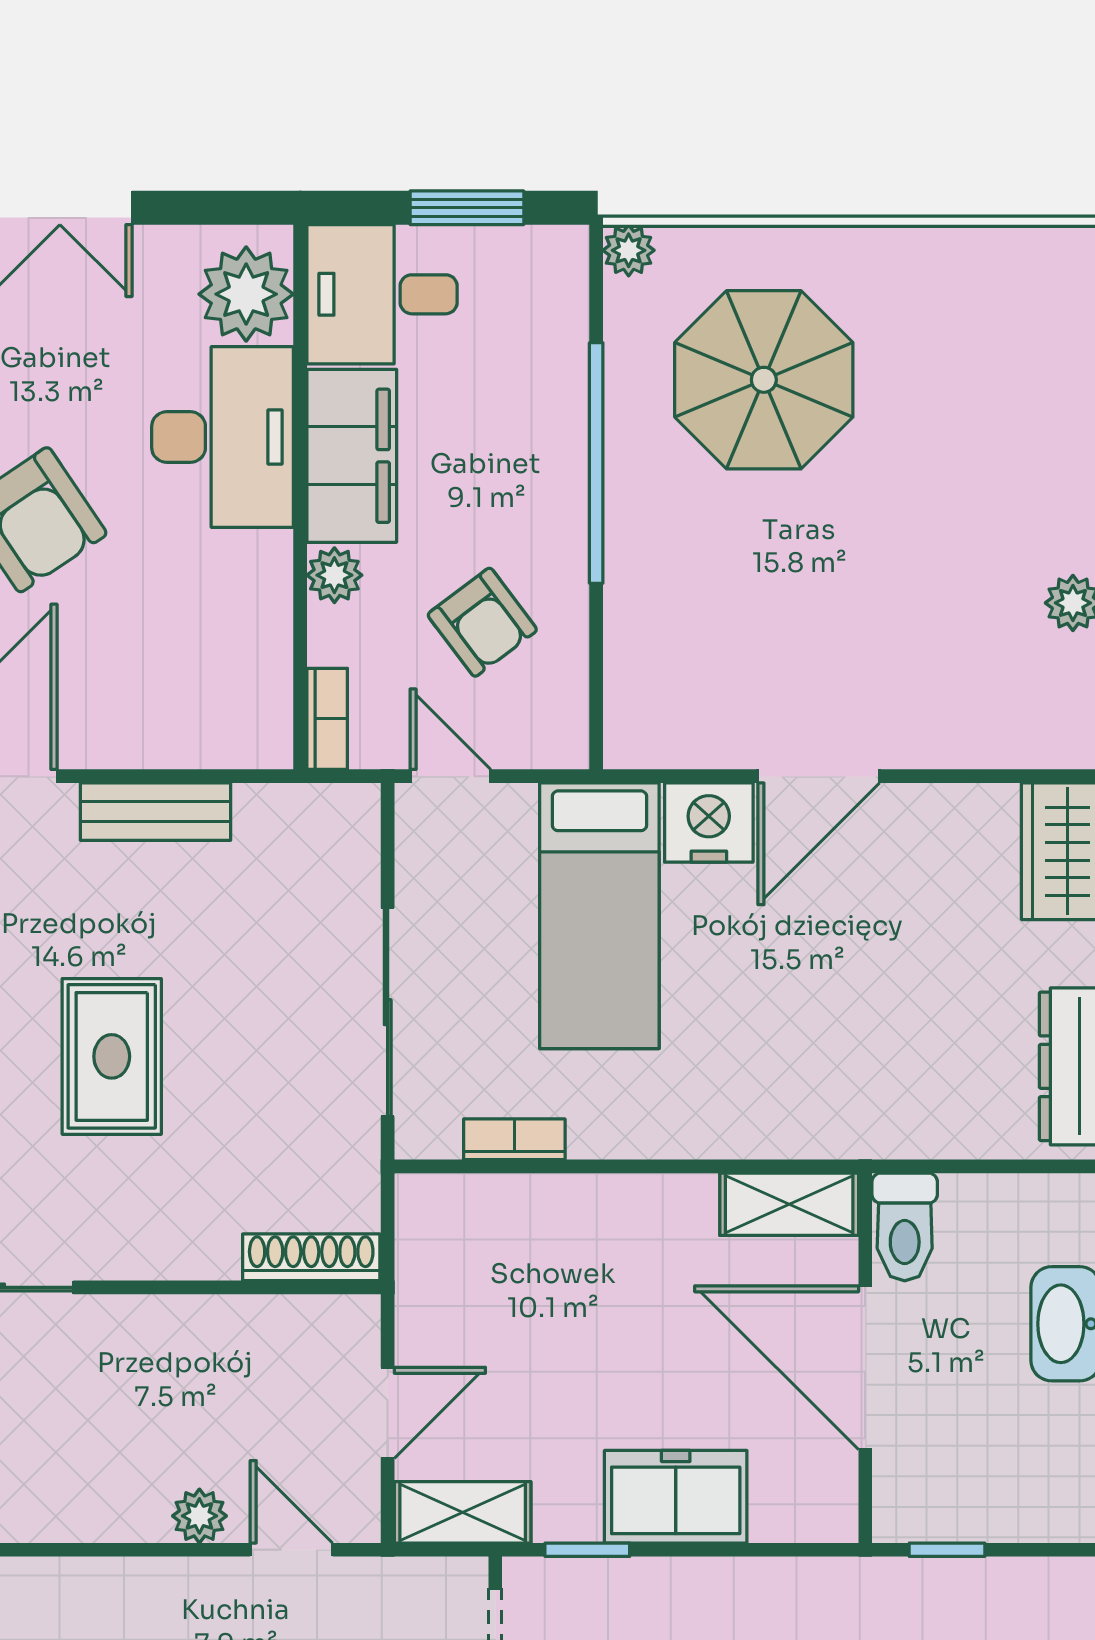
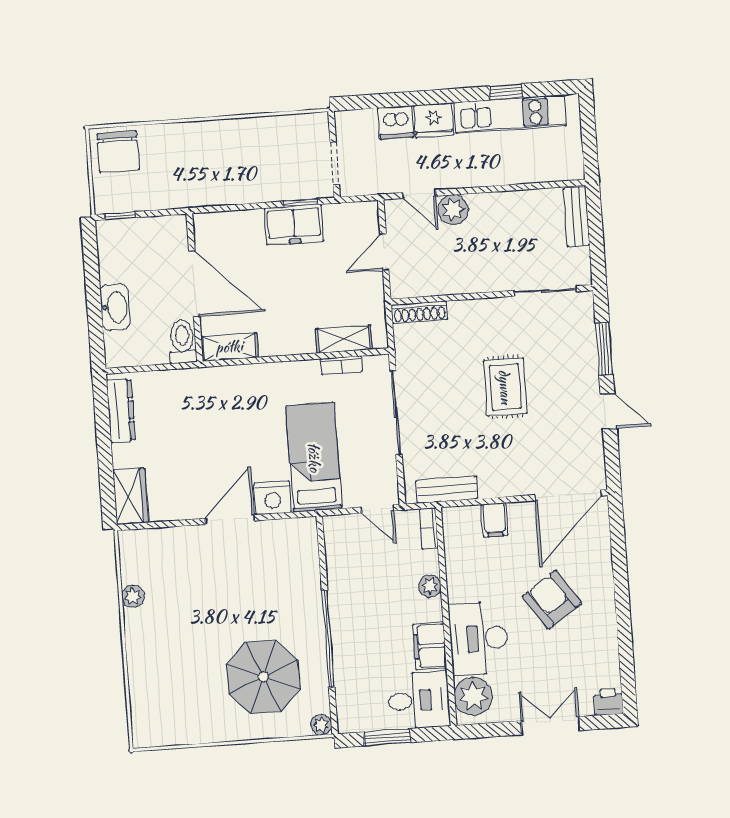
filing cabinet: (352, 456) -> (430, 646), width x0.67, depth x0.86
armchair: (482, 622) -> (369, 572), removed
filing cabinet: (162, 728) -> (494, 520), added
bench: (156, 812) -> (447, 490), moved
freezer: (676, 1497) -> (294, 225), moved
shelving: (463, 1512) -> (344, 339), moved
plant: (199, 1516) -> (453, 210), width x1.38, depth x1.38
window: (947, 1550) -> (120, 216), moved

